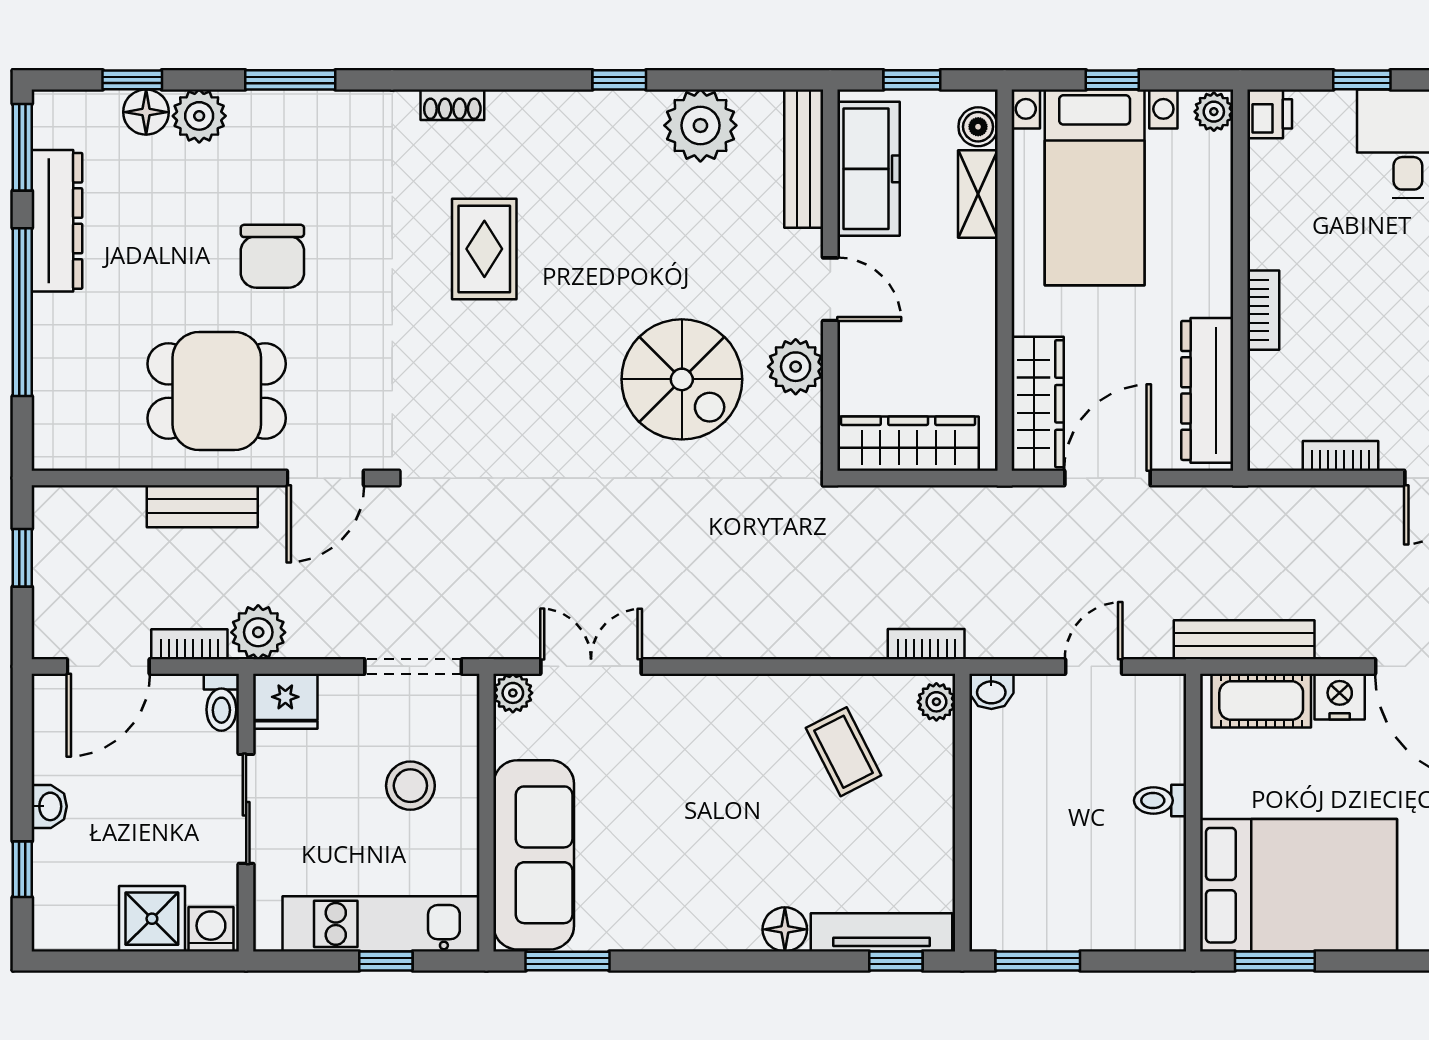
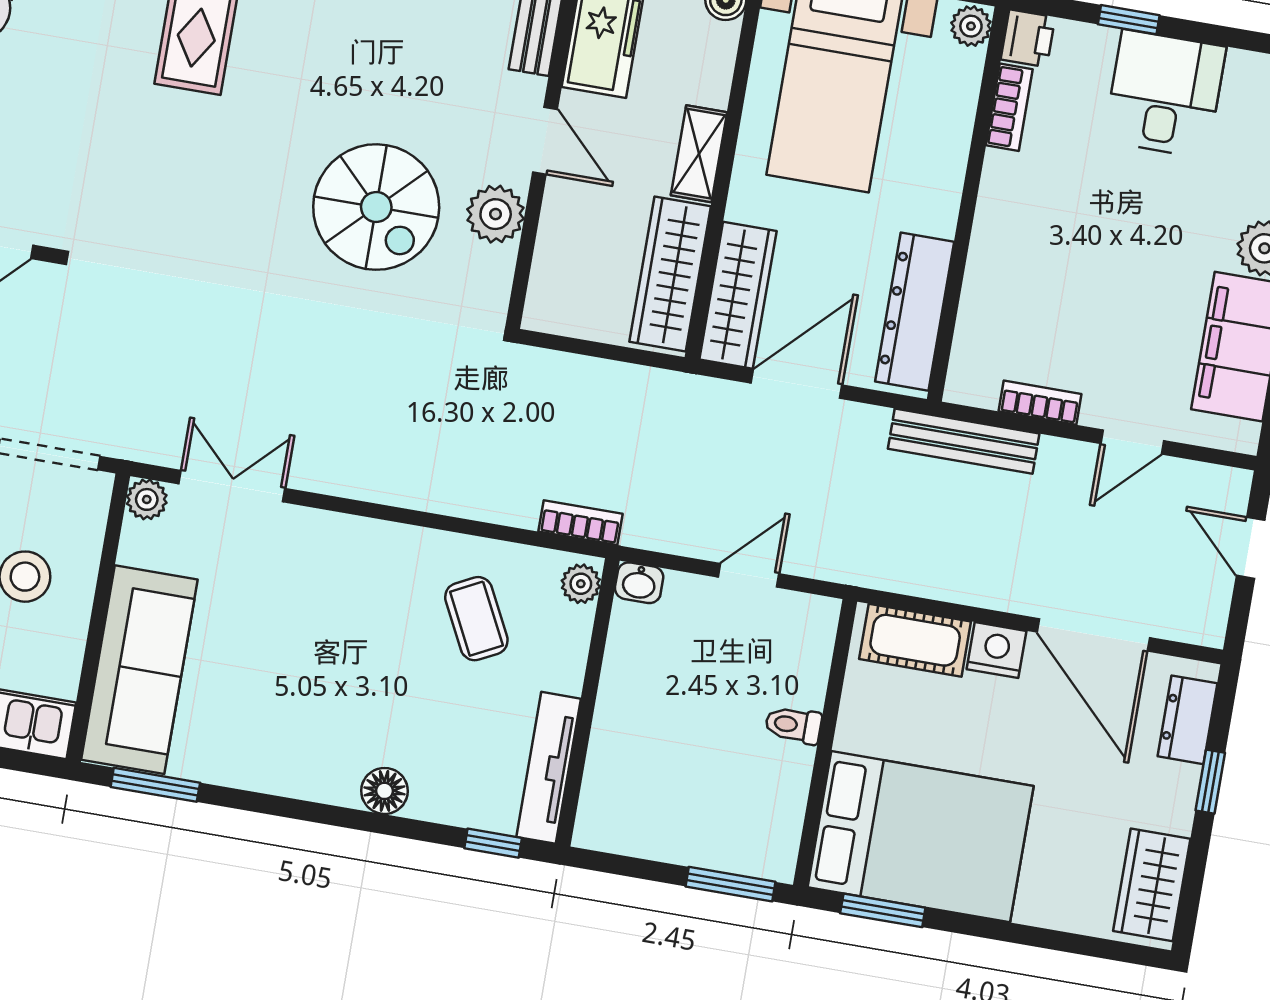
shelving: (978, 194) -> (699, 154), moved
bookcase: (1263, 310) -> (1009, 107), moved
wardrobe: (908, 444) -> (670, 274), moved, turned -90
bench: (1244, 640) -> (964, 441), moved
tv unit: (881, 932) -> (549, 768), moved, turned -90
window: (1038, 961) -> (730, 884), moved

